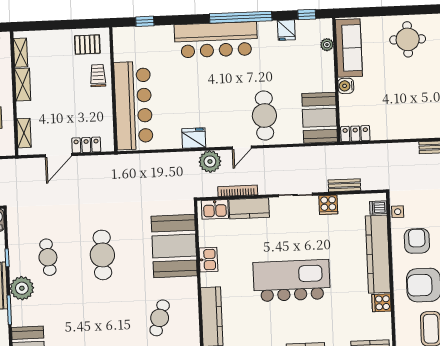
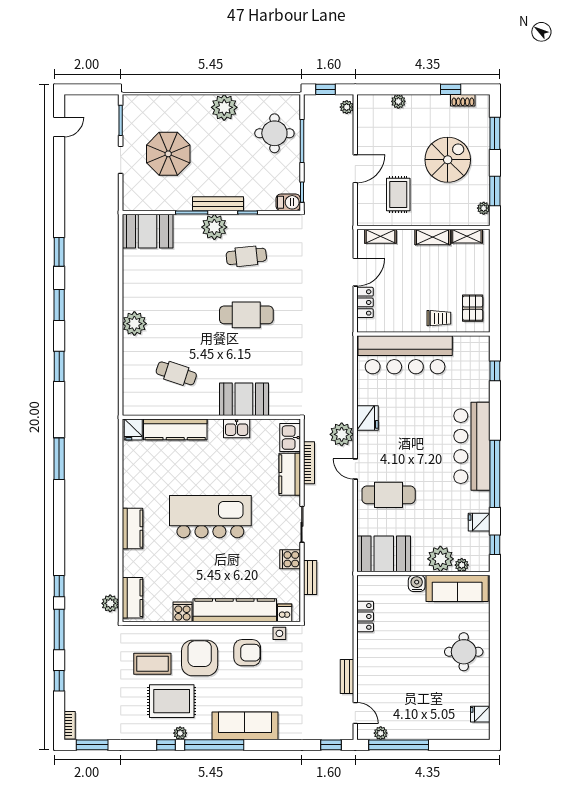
plant: (322, 65) -> (440, 559), added
locker: (355, 134) -> (365, 616), moved
door: (58, 155) -> (355, 272), swing flipped
booth: (174, 246) -> (244, 399), width x0.73, depth x0.70
kitchen island: (292, 280) -> (210, 517), turned -90

